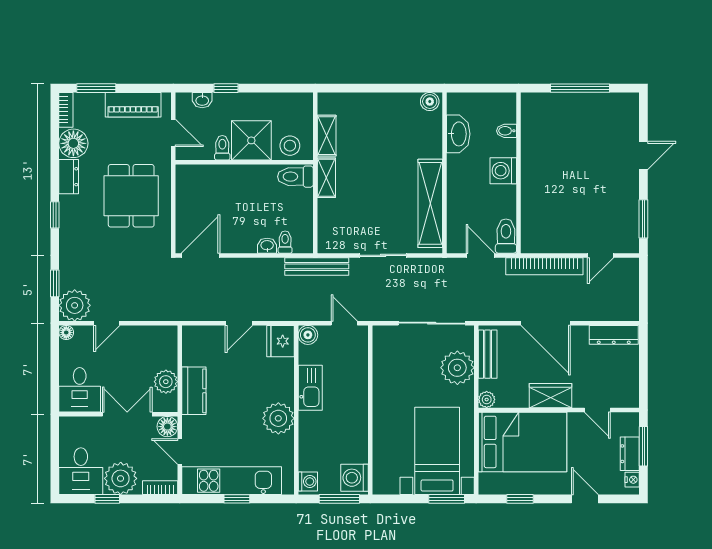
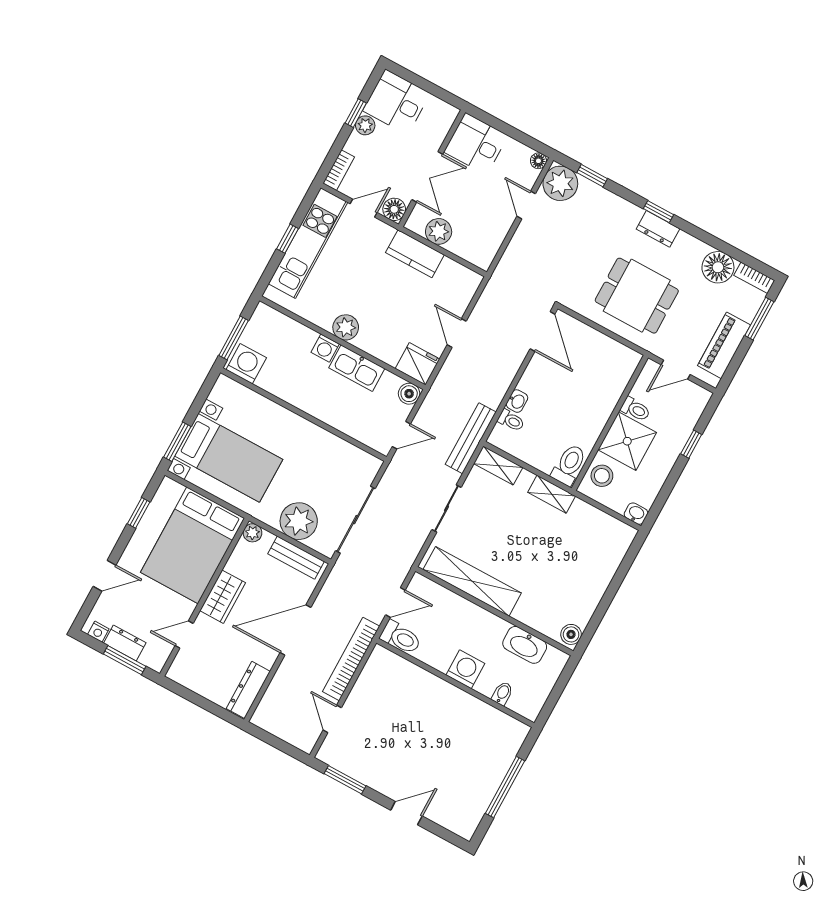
washbasin: (202, 100) -> (636, 514), moved, turned 90
shelving: (327, 136) -> (498, 465), moved
door: (643, 155) -> (406, 813), swing flipped
dresser: (69, 177) -> (658, 229), moved
plant: (278, 418) -> (346, 327), width x0.73, depth x0.73
plant: (121, 478) -> (365, 125), width x0.53, depth x0.53
washing machine: (308, 481) -> (325, 348), moved

